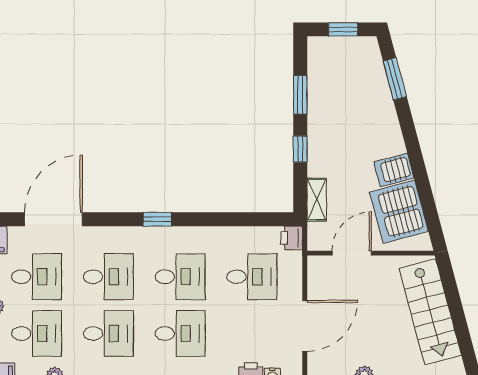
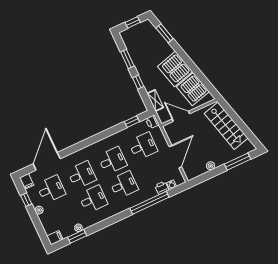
server rack: (394, 170) -> (175, 69), width x2.18, depth x1.44
window: (157, 219) -> (132, 122), moved
door: (352, 253) -> (181, 116), hinge flipped
desk: (37, 334) -> (62, 213), removed

